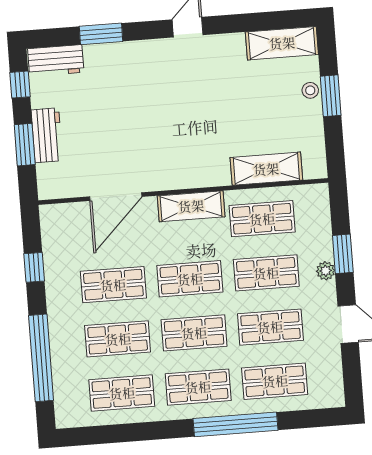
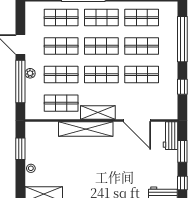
window: (331, 96) -> (20, 149), moved
workbench: (47, 135) -> (170, 136), moved
shelving: (266, 169) -> (86, 129), moved, width x1.47
door: (116, 197) -> (137, 121), swing flipped
window: (343, 254) -> (20, 81), width x2.11

